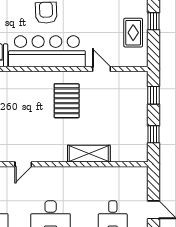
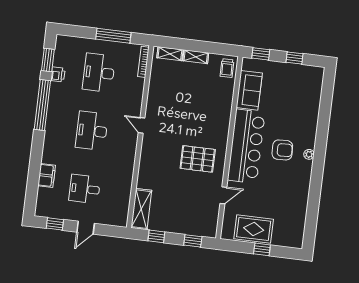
rug: (133, 33) -> (254, 229), width x1.36, depth x1.43
shelving: (89, 154) -> (141, 209), moved
door: (23, 164) -> (142, 125), moved

